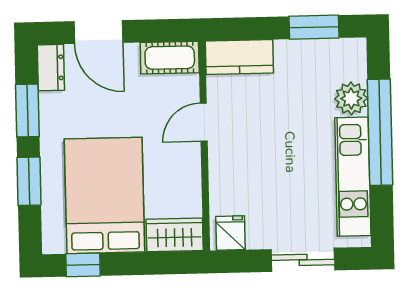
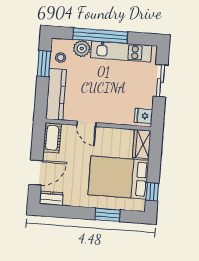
kitchen counter: (239, 57) -> (56, 94), width x1.50
stool: (329, 59) -> (61, 58), added
window: (27, 111) -> (72, 212), removed

